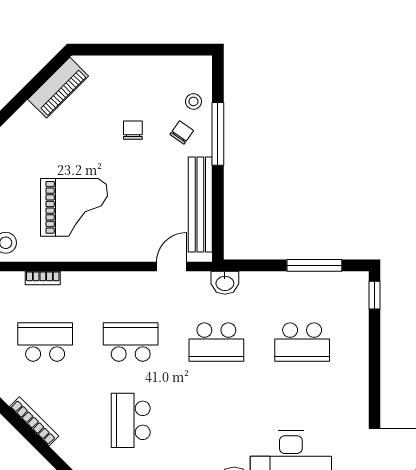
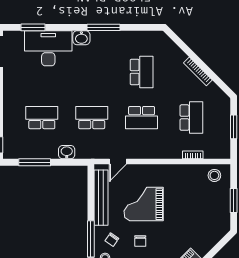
grand piano: (74, 207) -> (144, 204), moved
washbasin: (225, 283) -> (67, 152), moved
school desk: (45, 342) -> (191, 118), turned -90

